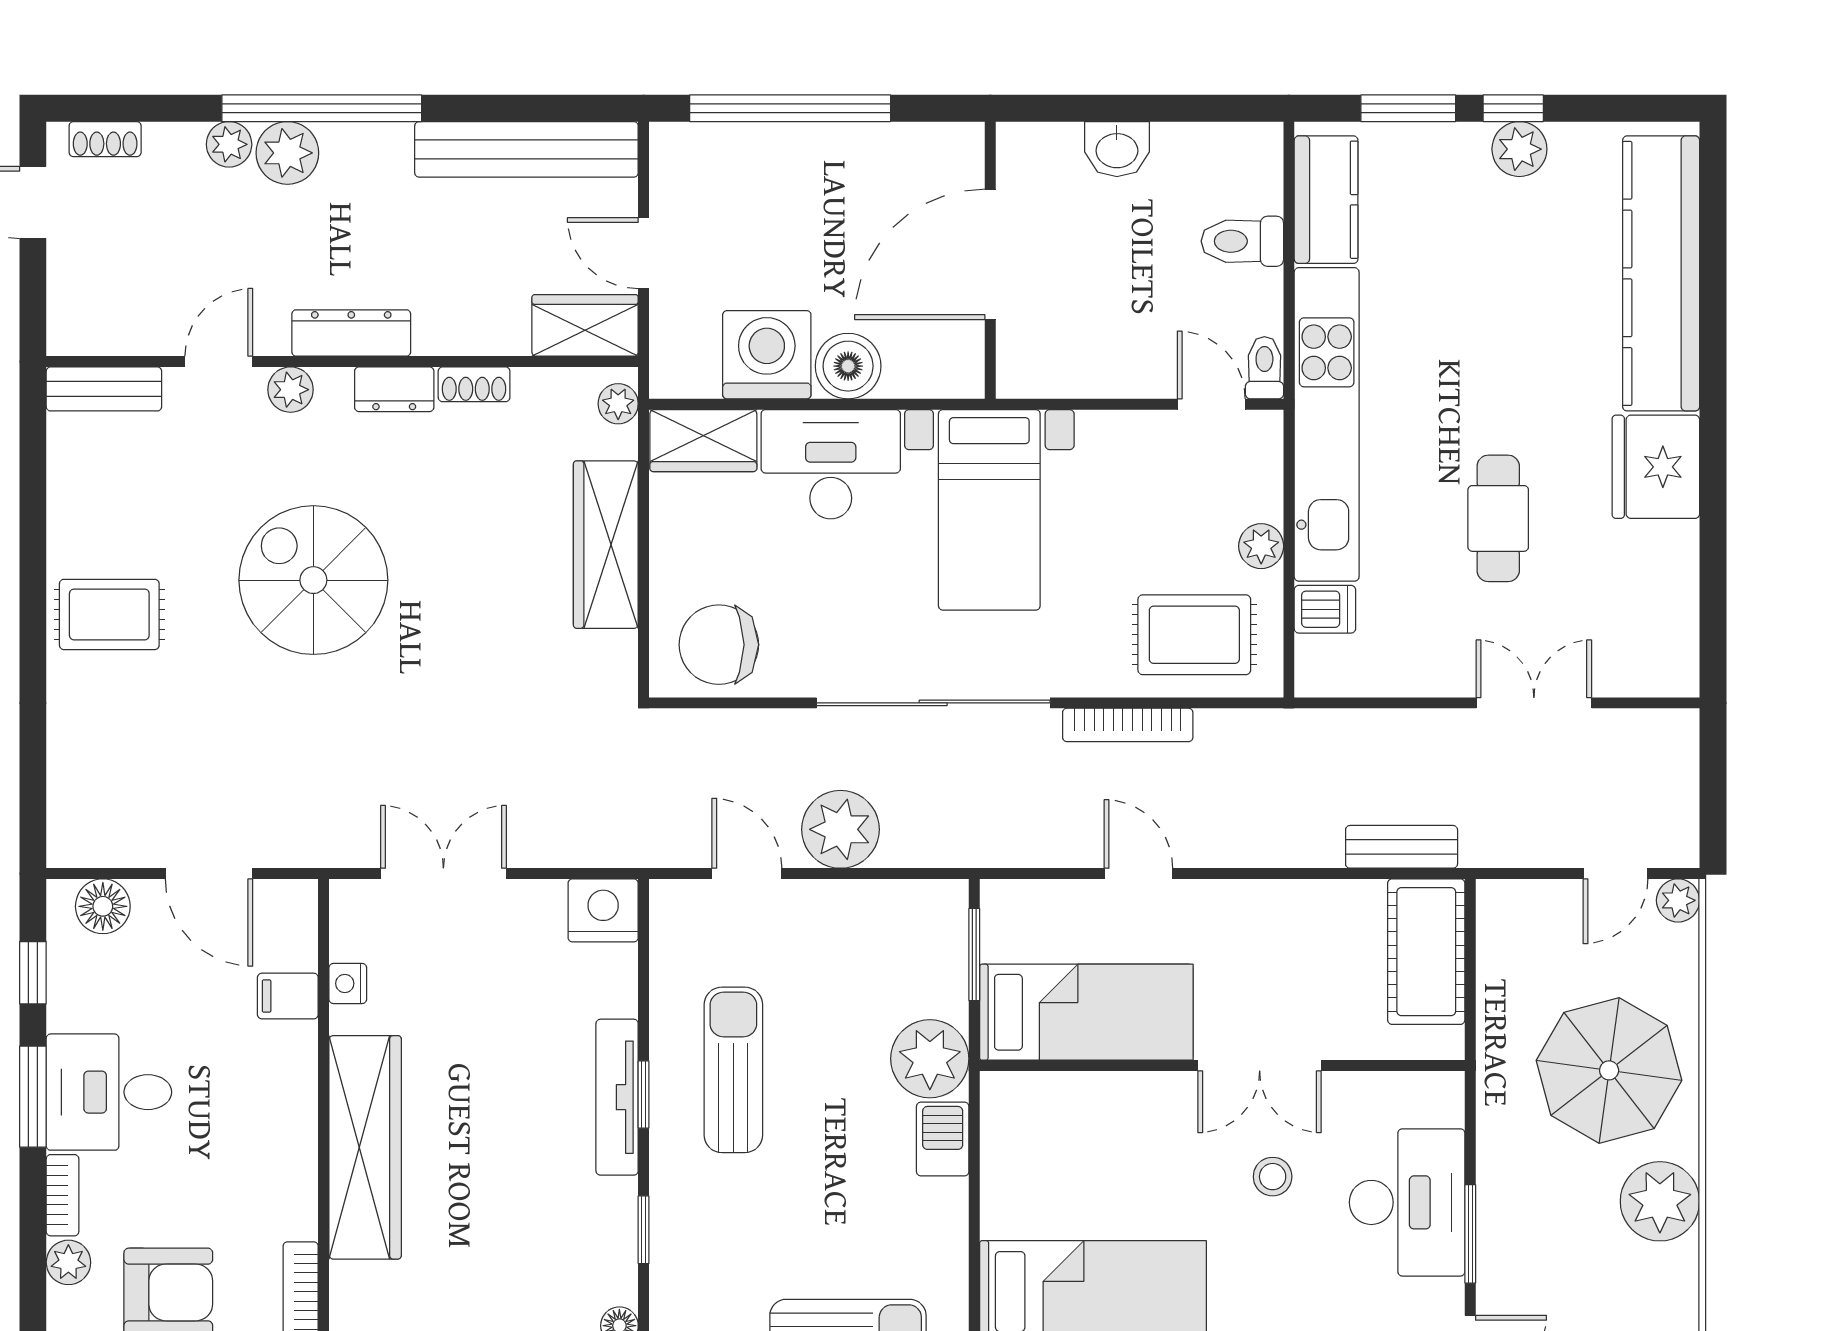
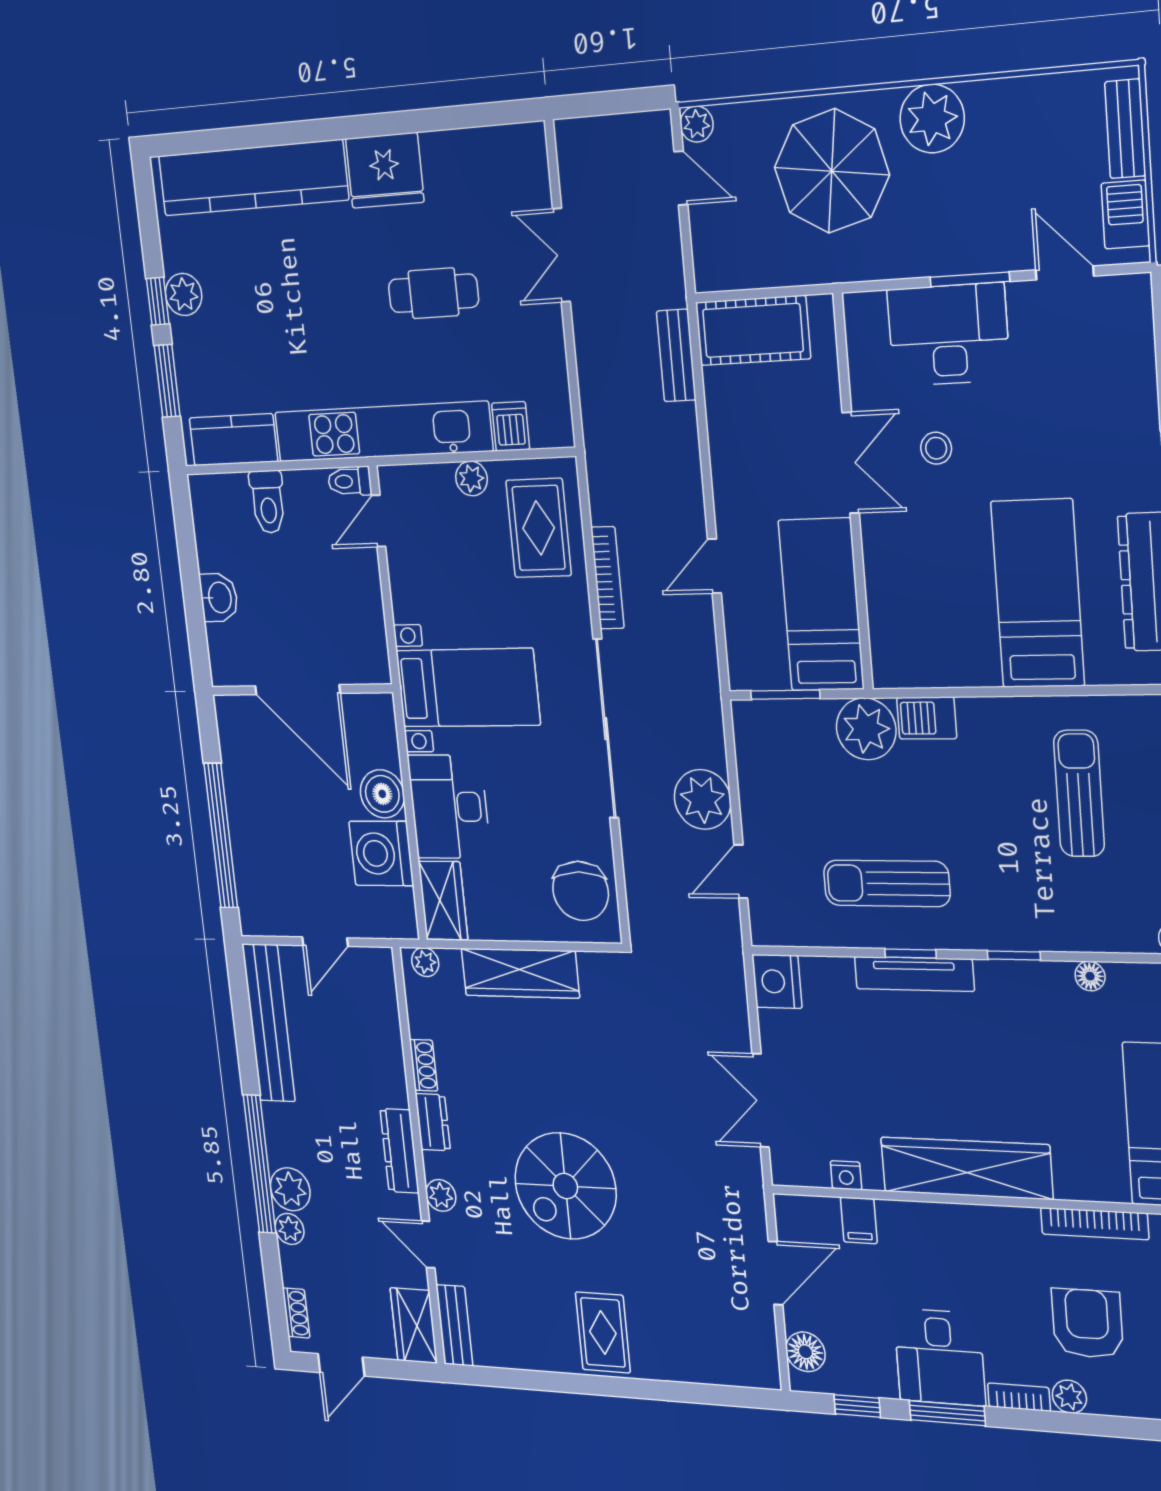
wardrobe: (585, 325) -> (414, 1325), moved

